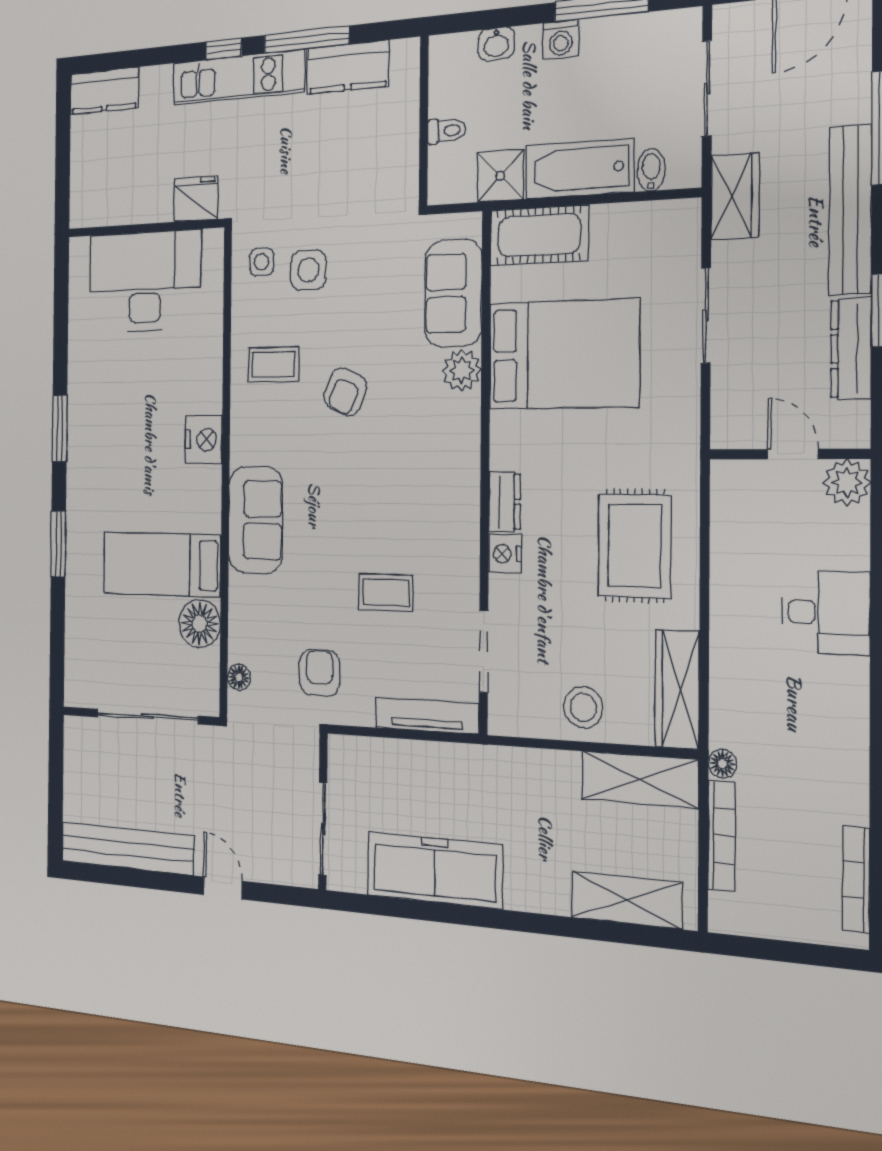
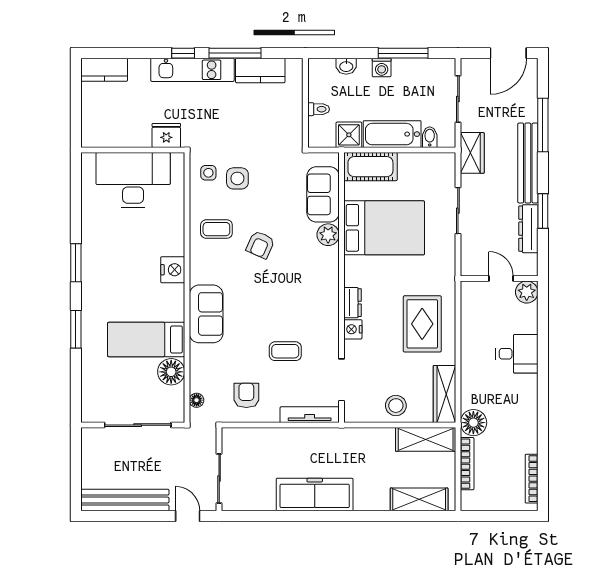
floor lamp: (722, 764) -> (473, 423), width x1.89, depth x1.89
wall: (323, 811) -> (219, 469), moved
sliding door: (323, 829) -> (219, 479), moved

